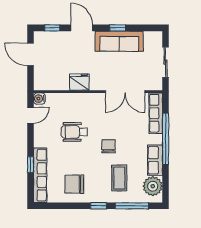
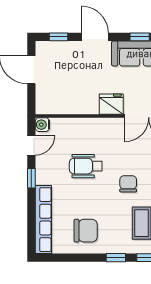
fridge: (79, 82) -> (111, 104), moved
window: (30, 165) -> (31, 178), moved
chair: (74, 184) -> (86, 231), turned 180

